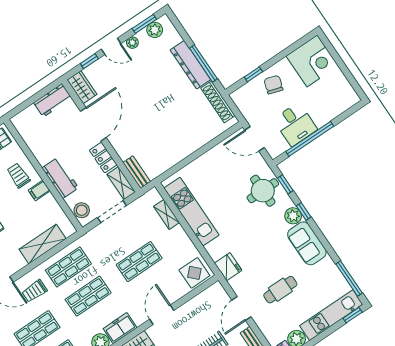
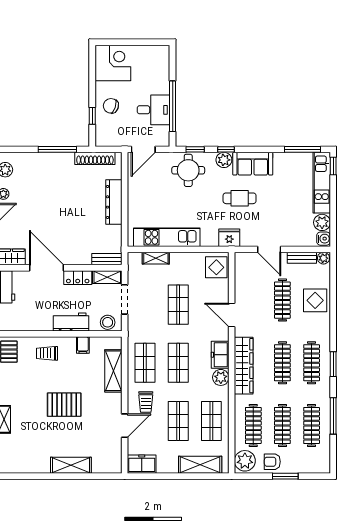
dresser: (190, 65) -> (114, 202), moved, turned 90
filing cabinet: (39, 191) -> (83, 345), moved
cafe table: (280, 290) -> (240, 198), moved, turned 90

